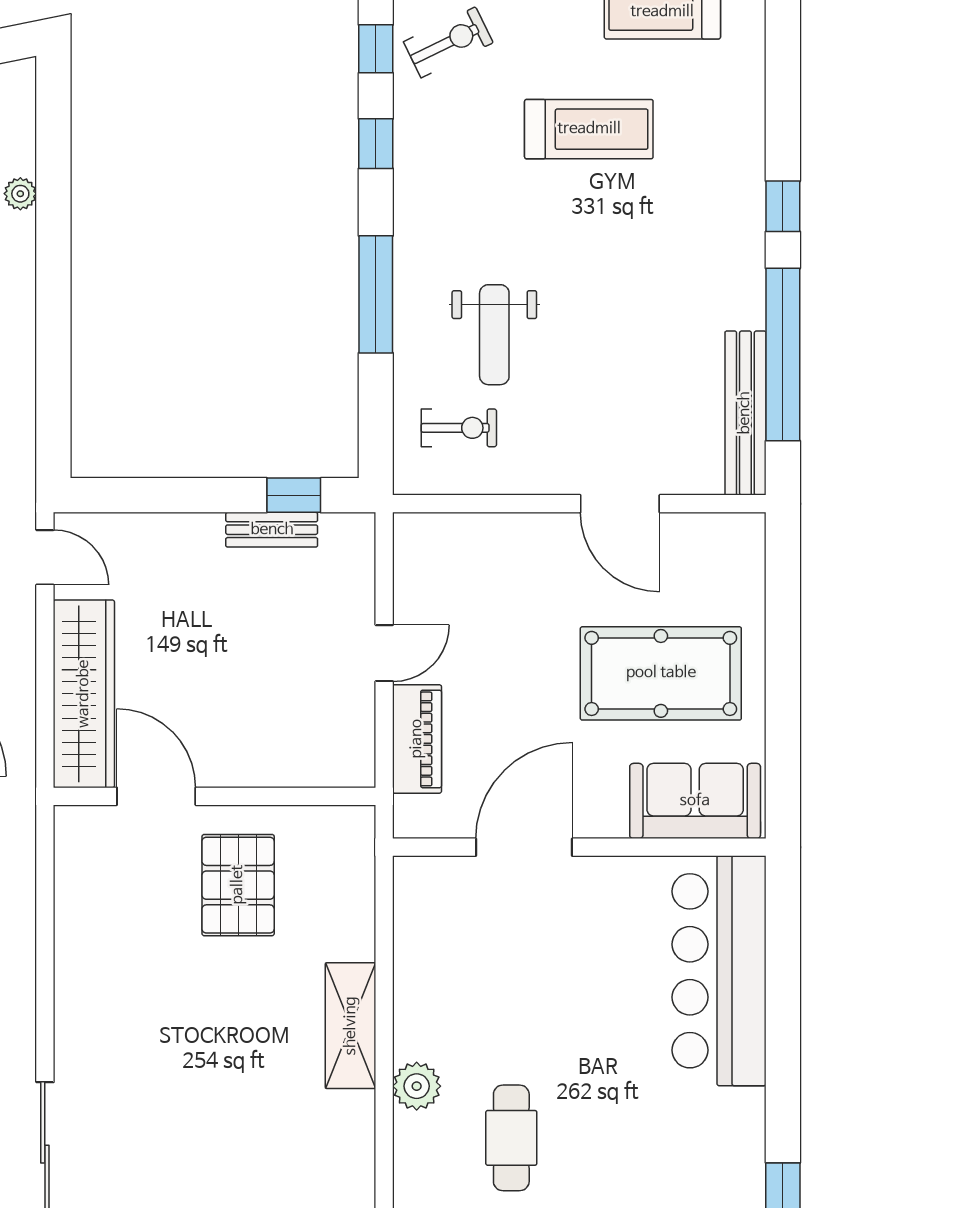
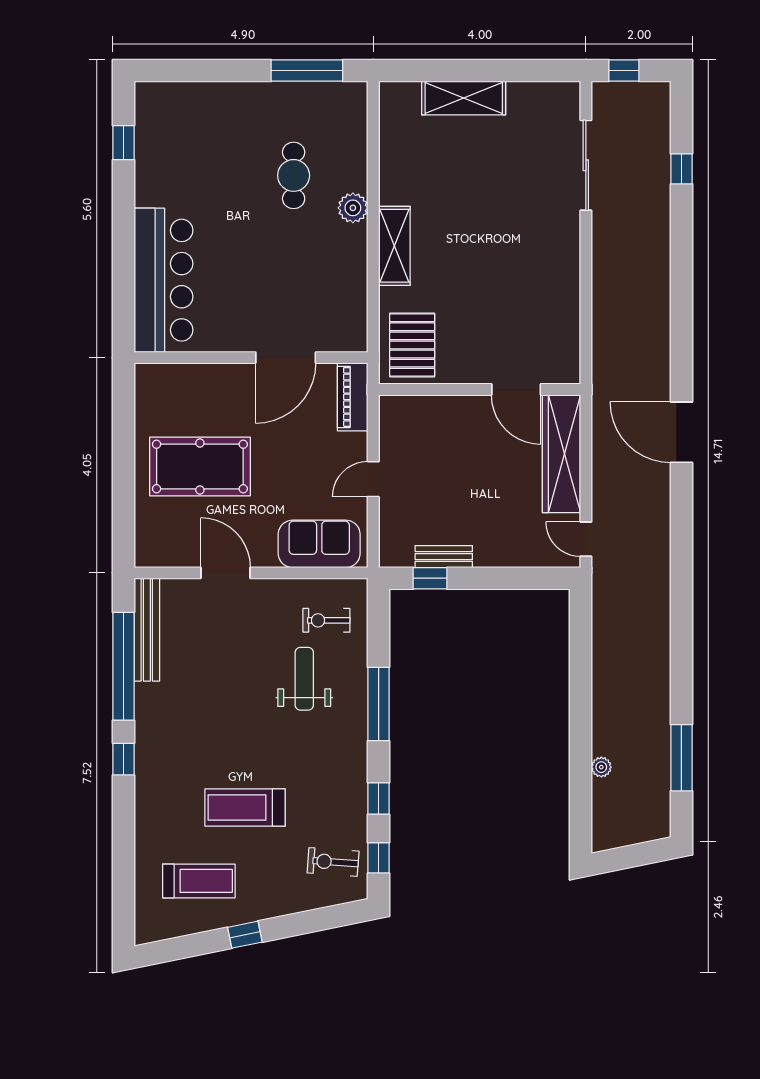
exercise bike: (448, 42) -> (333, 862), turned 30
piano: (417, 739) -> (353, 397), moved
sofa: (695, 801) -> (319, 544), moved, turned 180
pallet: (238, 885) -> (412, 345), moved

